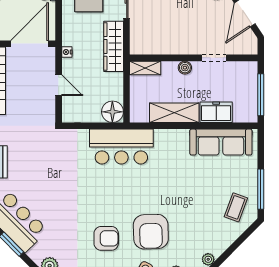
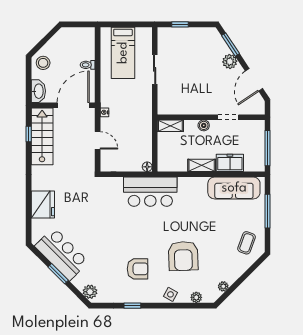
wardrobe: (114, 46) -> (144, 108), removed
floor lamp: (112, 112) -> (147, 167), width x0.53, depth x0.53
shelving: (174, 113) -> (202, 165), width x0.67, depth x0.75
window: (261, 189) -> (267, 211), moved
armchair: (151, 232) -> (183, 256), moved

